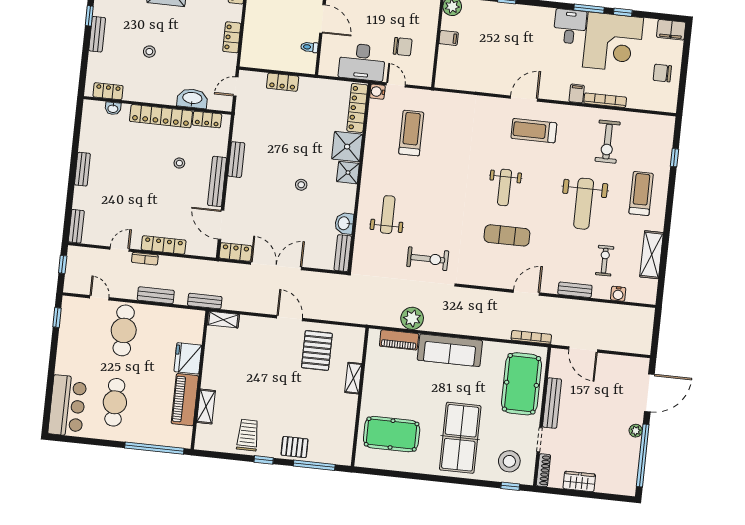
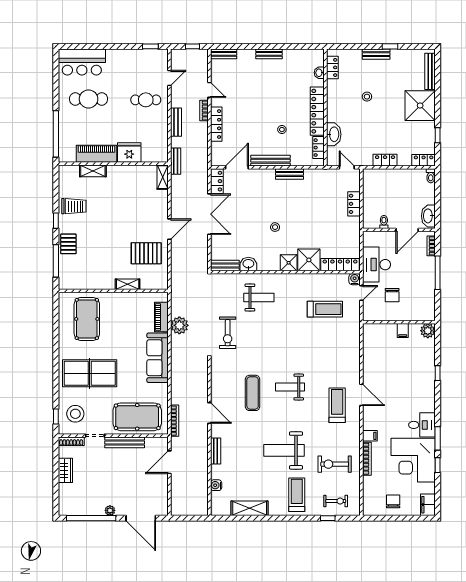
treadmill: (641, 194) -> (297, 495), turned -90
exercise bike: (605, 261) -> (336, 501), moved
cafe table: (124, 330) -> (146, 100), width x0.73, depth x0.74

